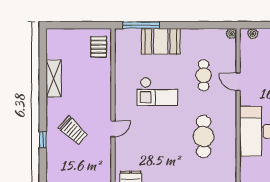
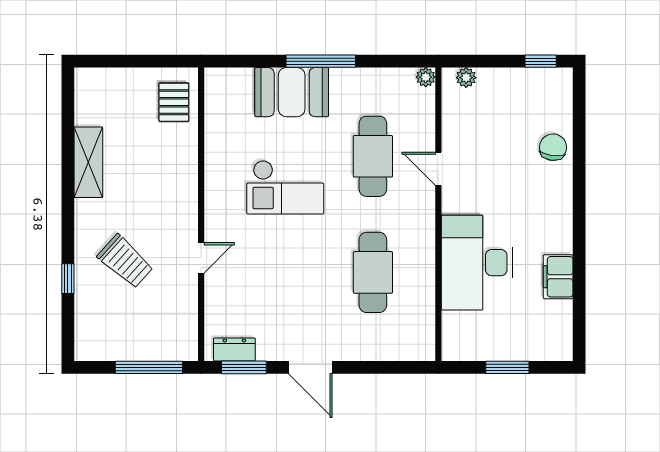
window: (141, 25) -> (321, 61), moved
cafe table: (204, 75) -> (373, 156), width x1.37, depth x1.35

